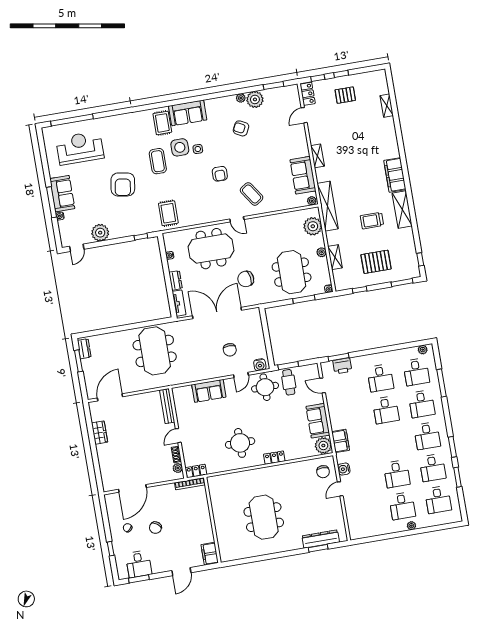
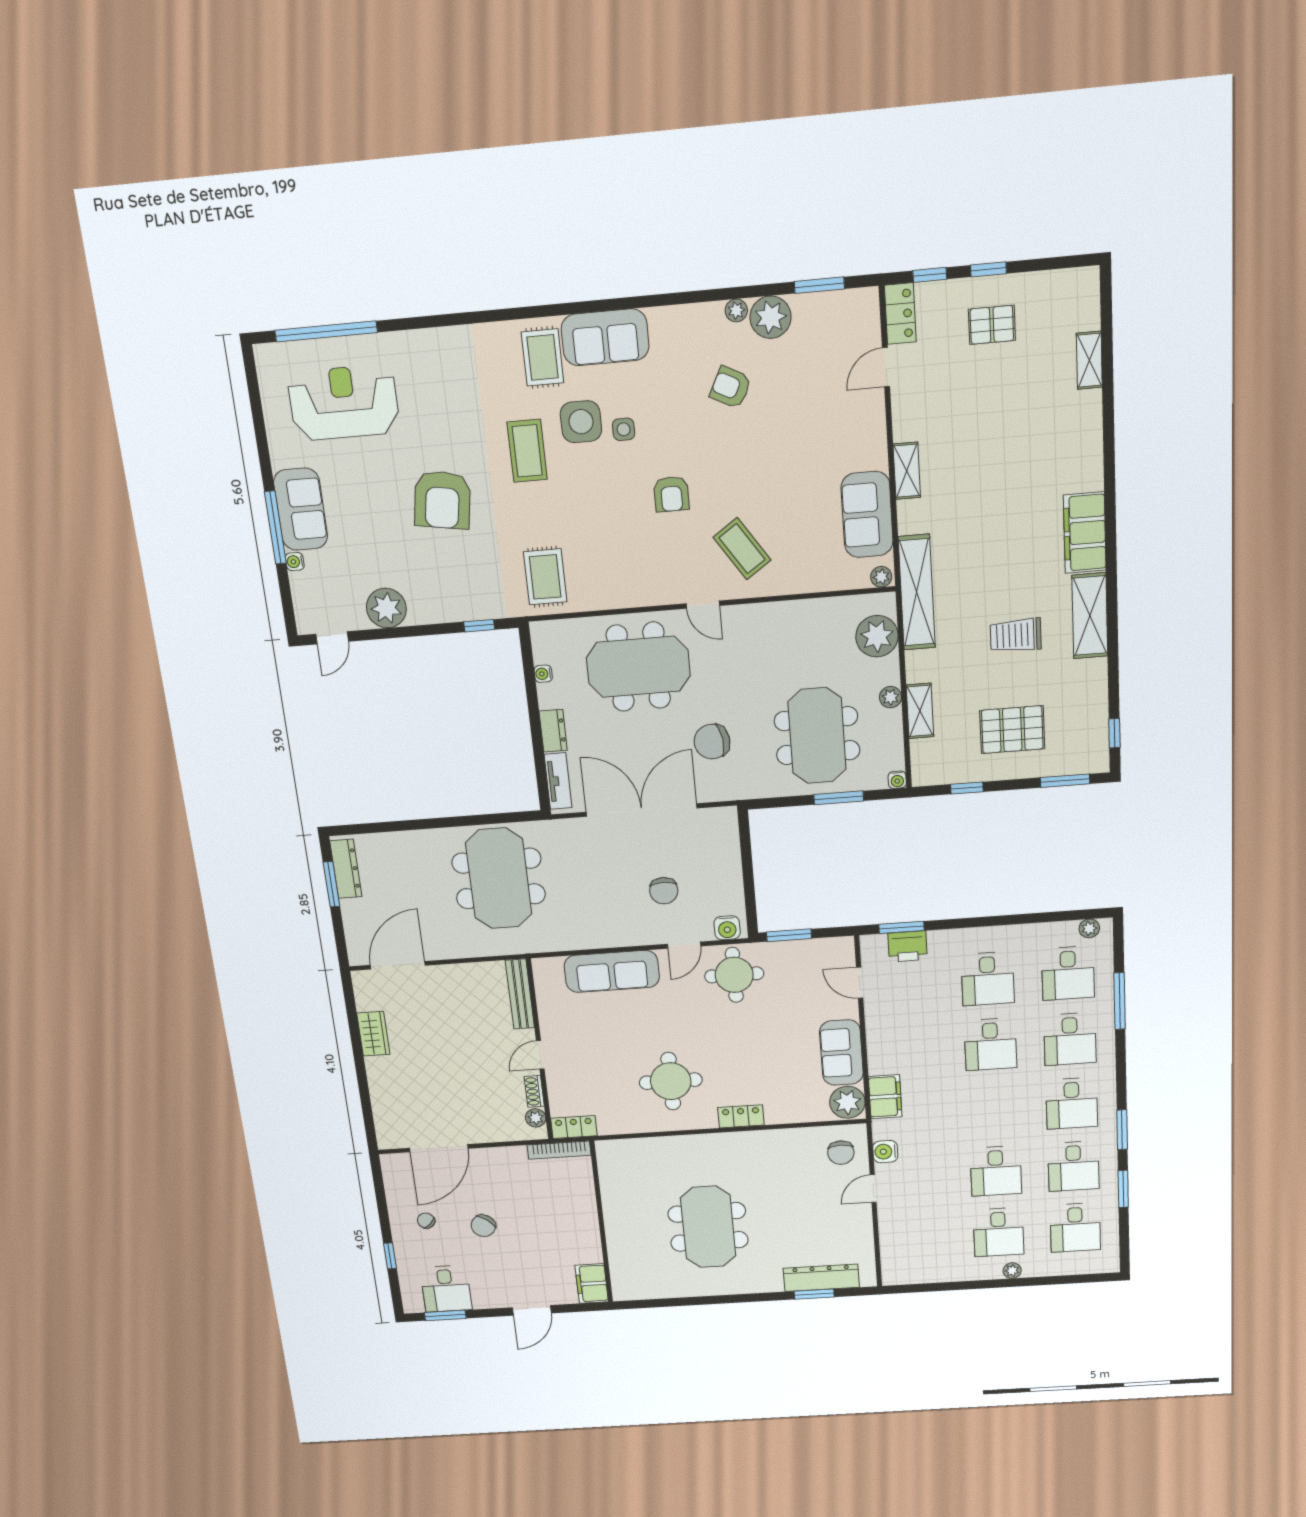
dresser: (84, 349) -> (346, 869), width x1.44
cafe table: (289, 382) -> (787, 969), removed
sofa: (209, 391) -> (612, 971), width x1.36

